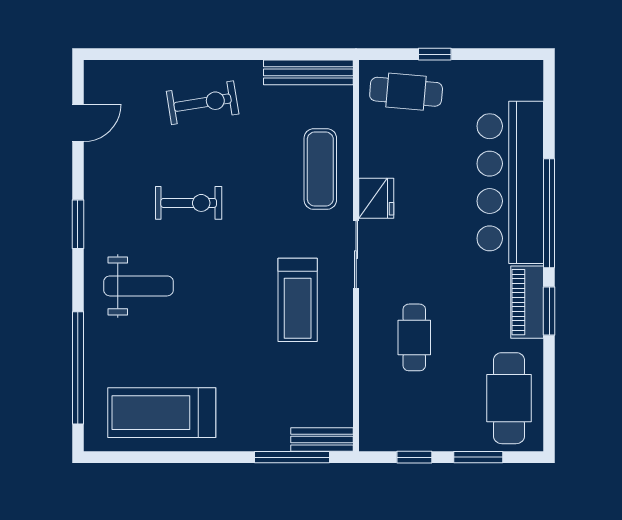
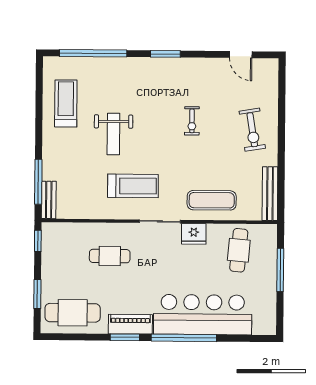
window: (435, 54) -> (280, 270), width x2.17
cafe table: (406, 92) -> (239, 250), moved
exercise bike: (189, 203) -> (192, 121), width x0.73, depth x0.72
window: (78, 224) -> (165, 54), moved
weight bench: (139, 286) -> (113, 134), moved
treadmill: (298, 300) -> (133, 186), turned 180
treadmill: (162, 413) -> (66, 103), width x0.73, depth x0.73
window: (414, 457) -> (38, 241), moved

